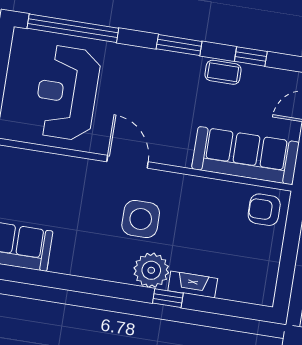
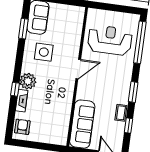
armchair: (264, 210) -> (22, 127), moved
side table: (141, 219) -> (44, 52), moved
window: (38, 278) -> (23, 29), added

